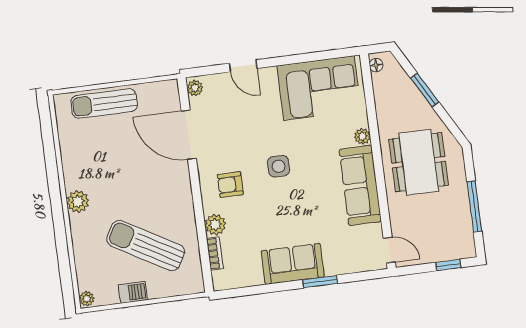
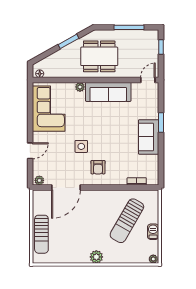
window: (425, 90) -> (68, 41), moved
side table: (279, 166) -> (81, 146), moved
plant: (215, 225) -> (120, 179), removed

